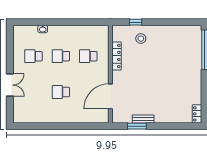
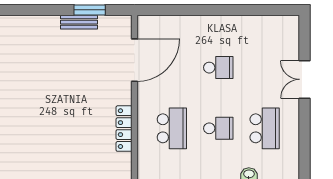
stool: (141, 39) -> (83, 158), removed
school desk: (33, 56) -> (265, 128), width x1.85
school desk: (88, 56) -> (172, 128), width x1.85

